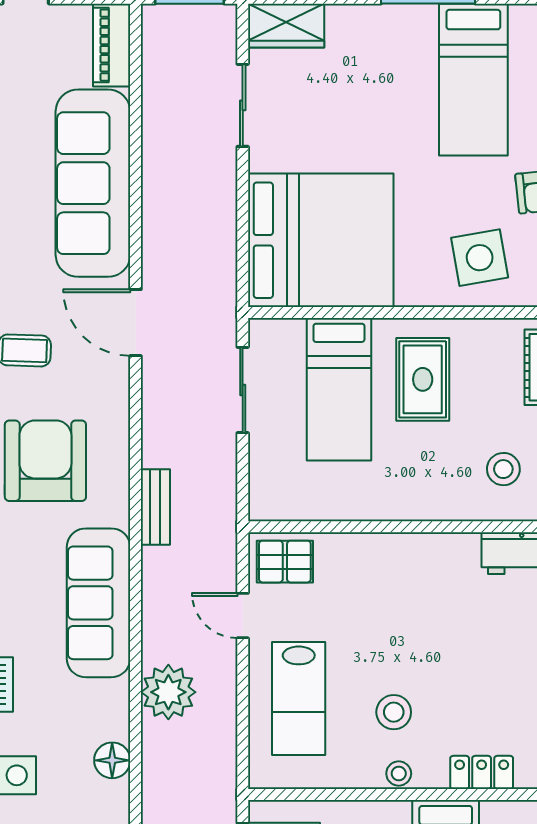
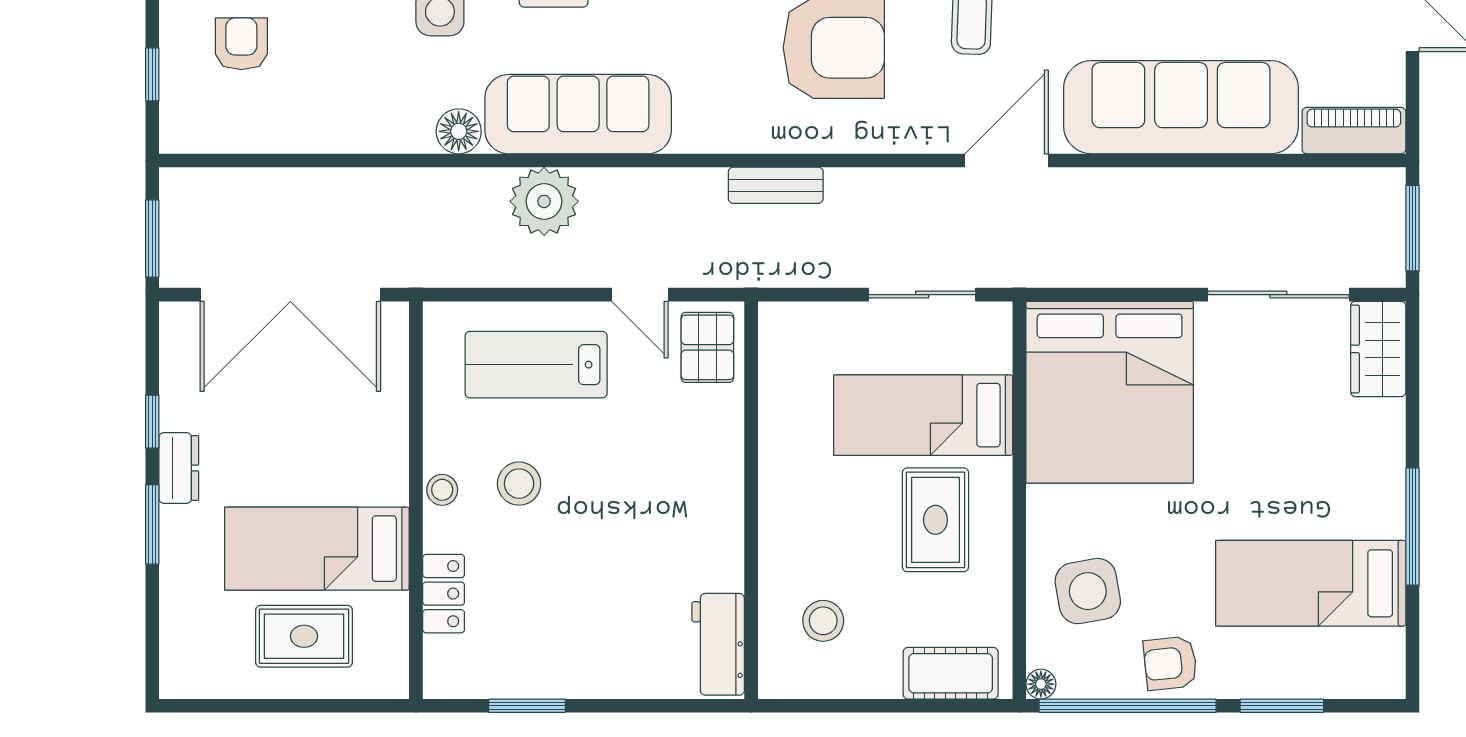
sliding door: (243, 105) -> (1278, 295), width x1.37
rug: (423, 379) -> (935, 520), turned 90
sofa: (99, 603) -> (578, 114), moved
door: (243, 616) -> (640, 295), swing flipped

